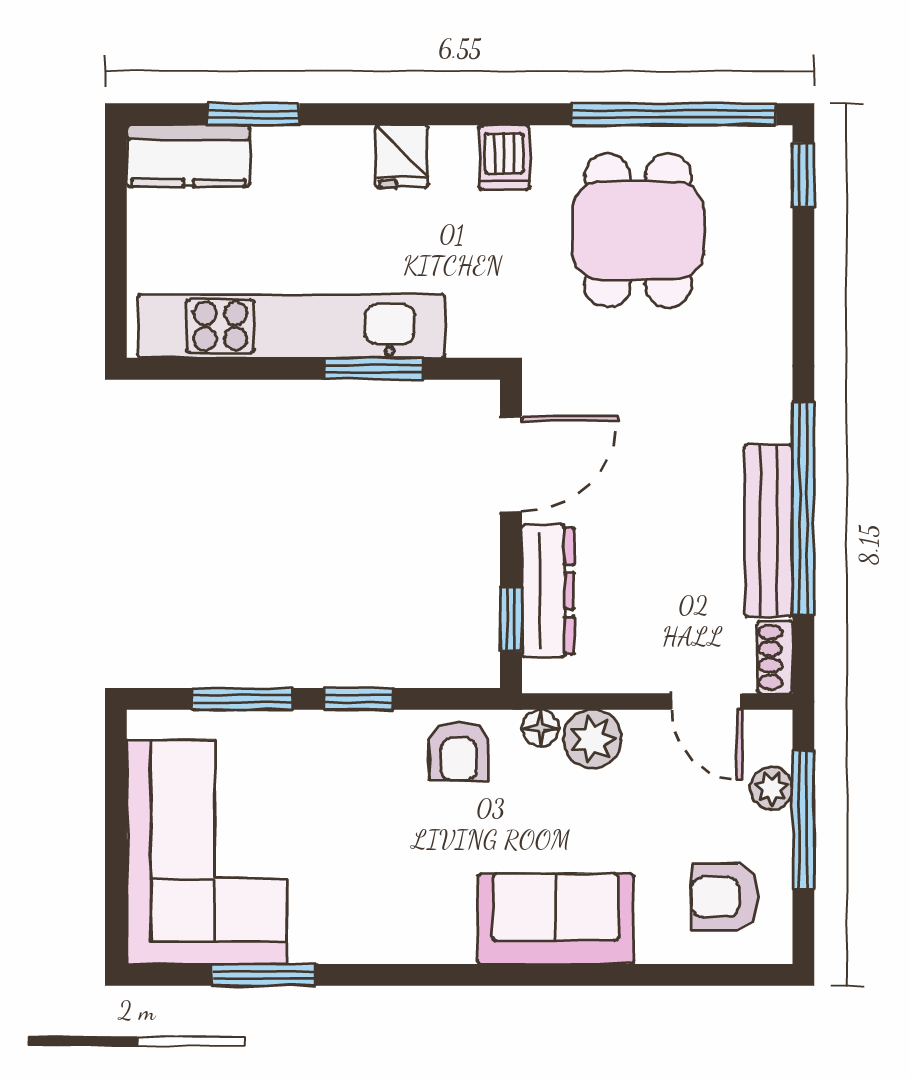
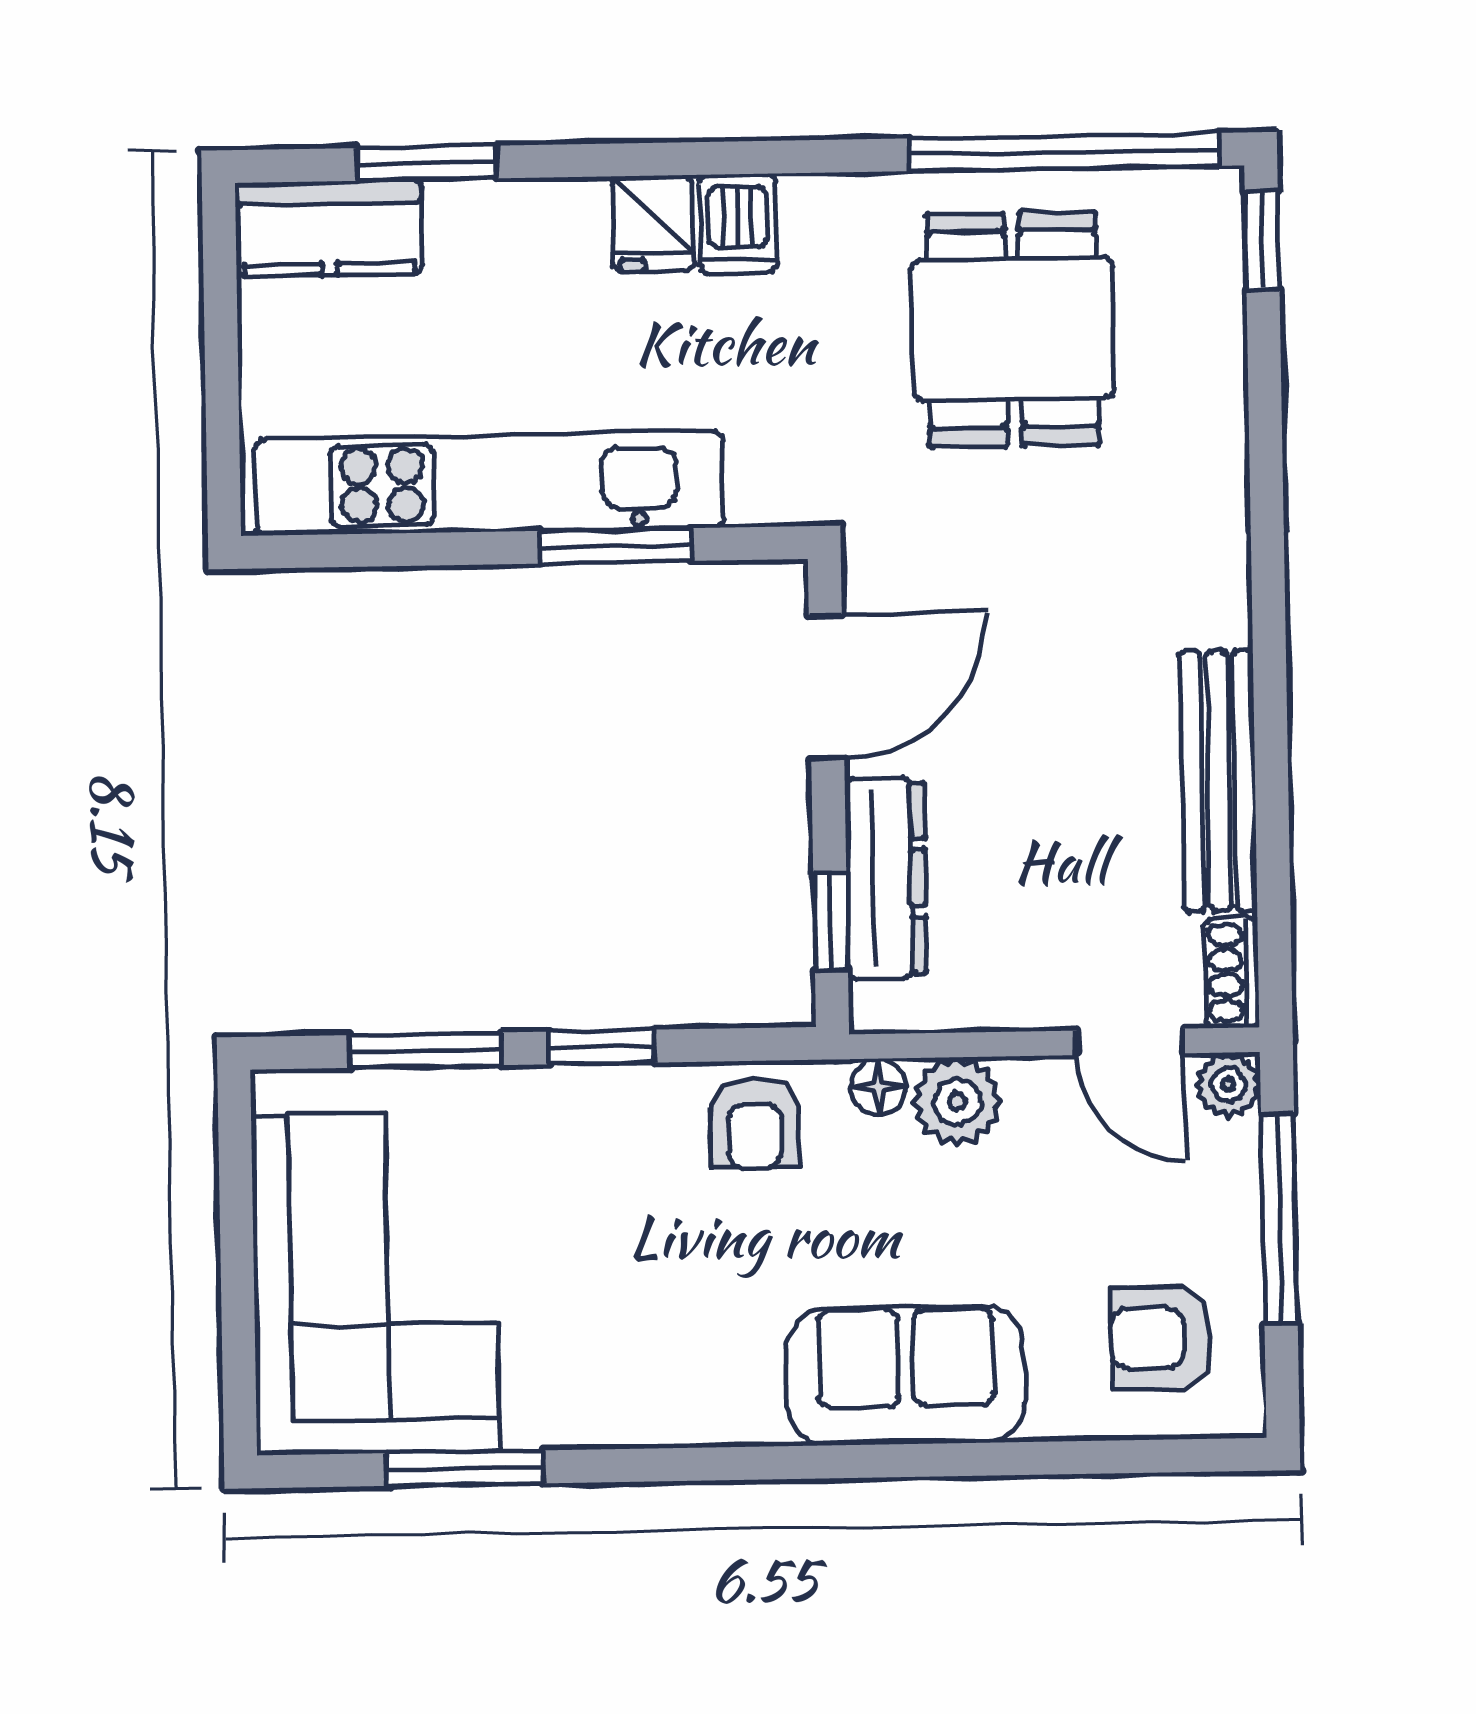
dishwasher: (504, 158) -> (738, 224), moved
window: (803, 508) -> (1271, 746), removed
plant: (771, 788) -> (1228, 1085), moved

